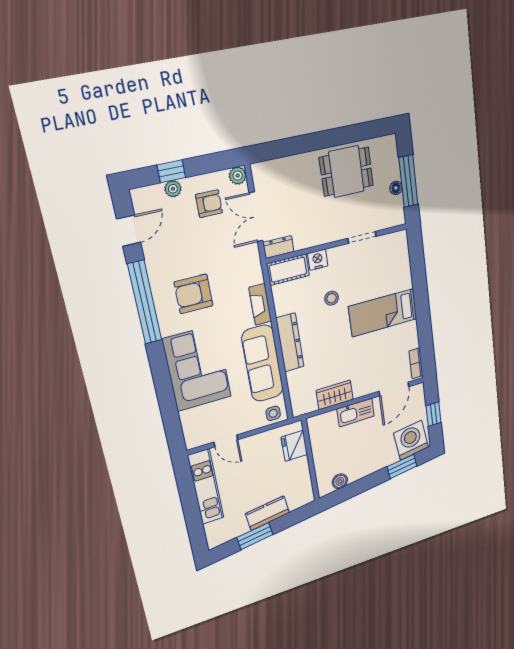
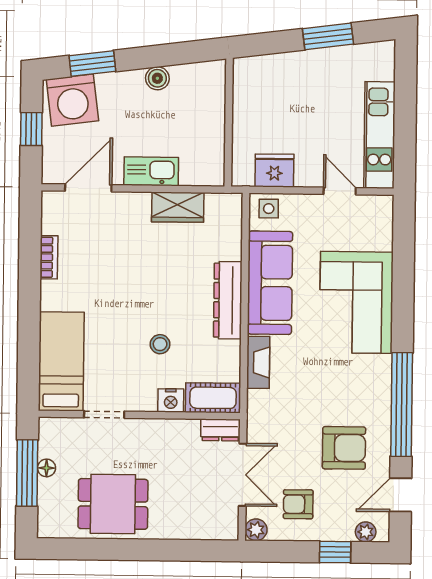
plant: (173, 189) -> (366, 532), moved
armchair: (194, 294) -> (344, 448), moved
bed: (383, 313) -> (61, 361), moved, turned -90
bookcase: (416, 363) -> (49, 257), moved
fridge: (294, 446) -> (274, 171), moved, turned -90
boiler: (340, 481) -> (157, 78), moved
kitchen counter: (268, 513) -> (304, 65), removed

